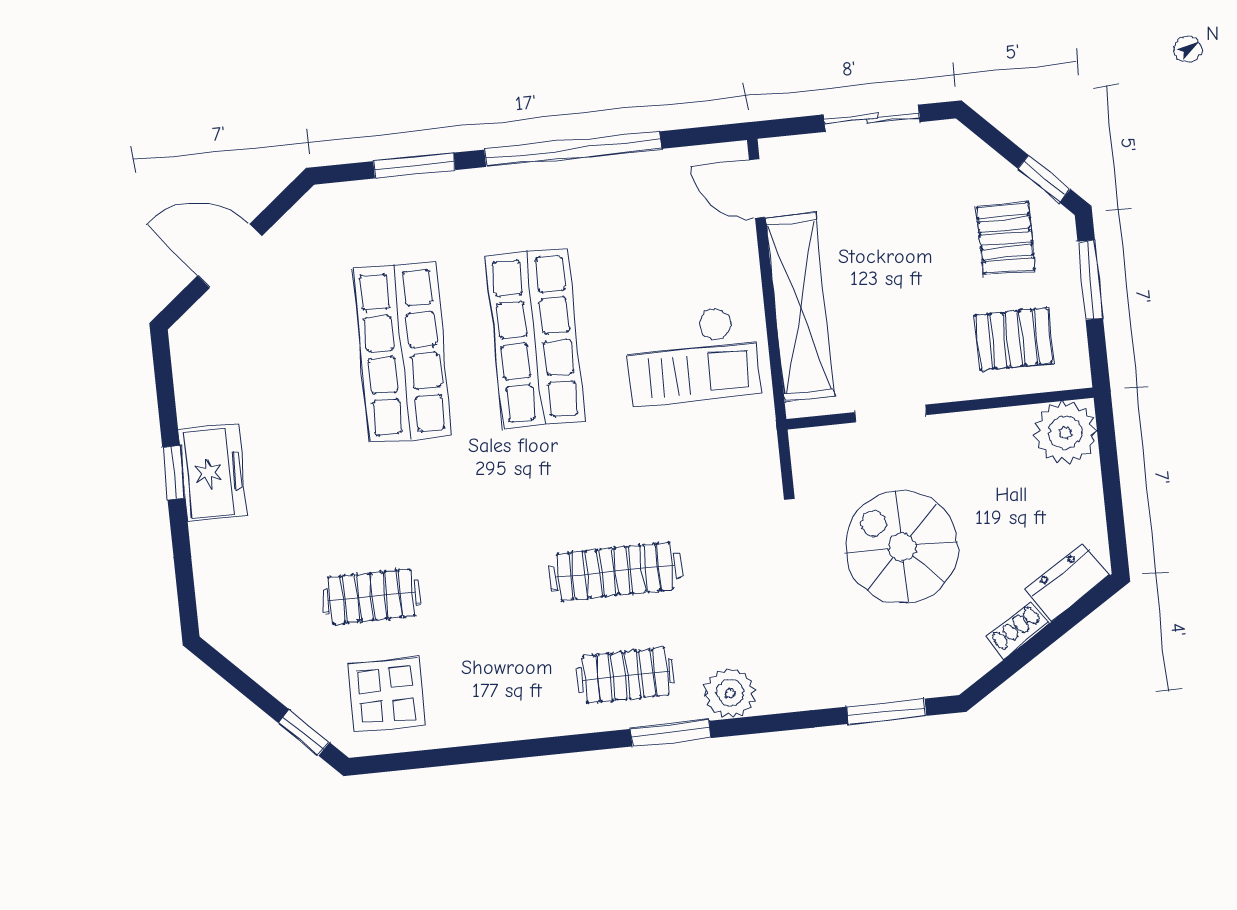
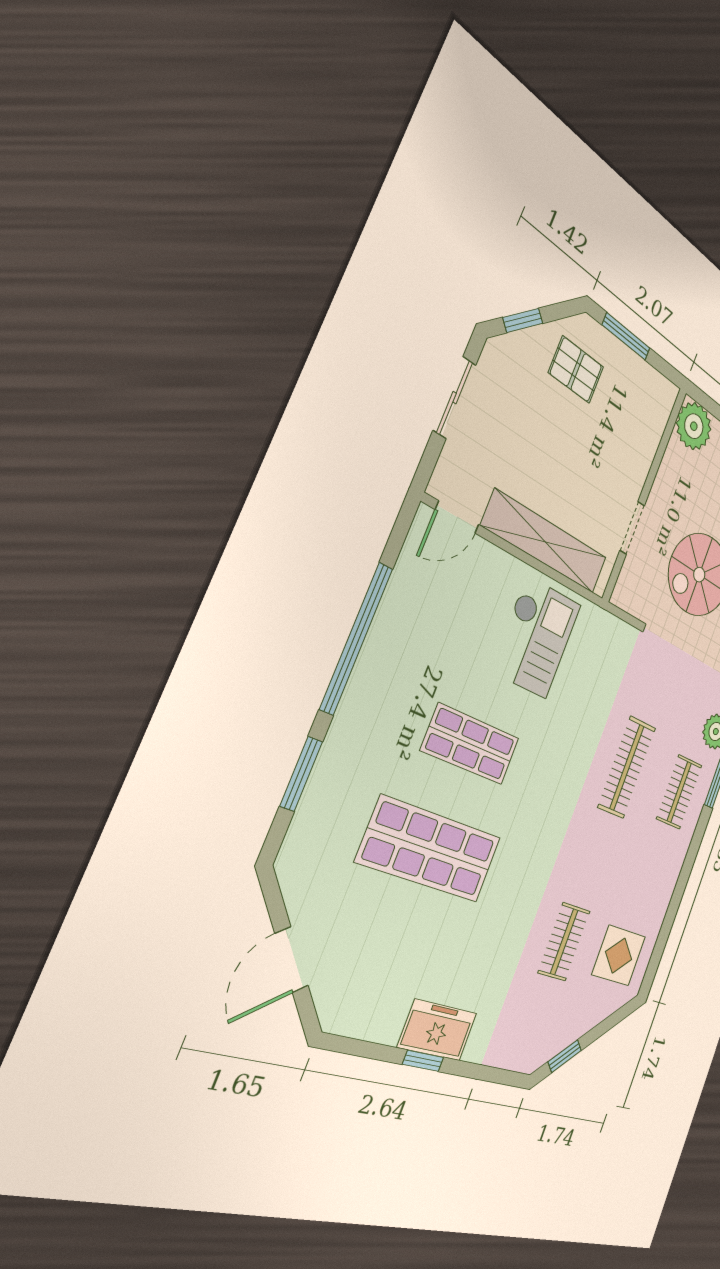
window: (1044, 179) -> (523, 320), moved
shop shelf: (535, 339) -> (471, 744), width x0.70, depth x0.74
pallet: (1014, 339) -> (633, 415), removed
window: (304, 733) -> (565, 1056), moved

